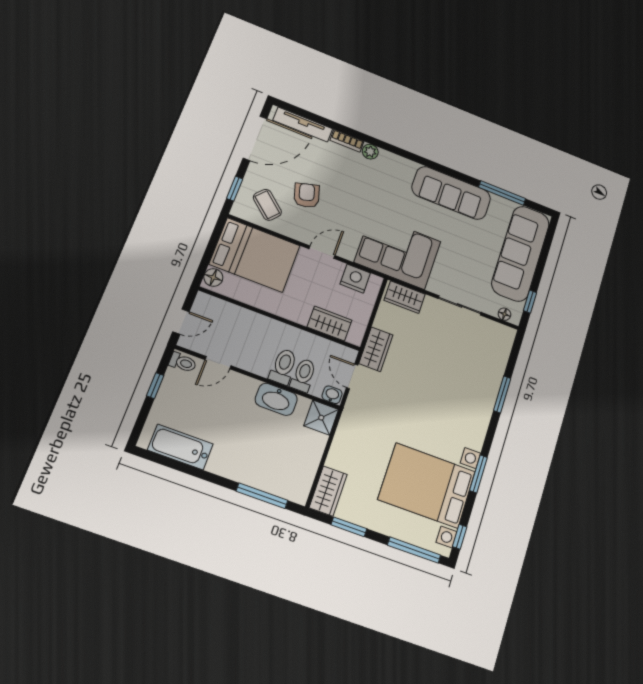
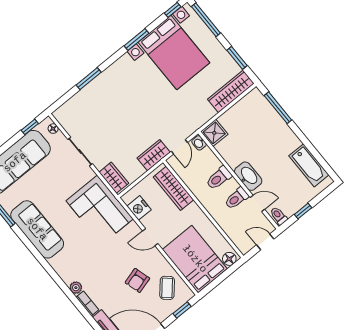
wardrobe: (330, 324) -> (173, 188), width x1.50
toilet: (303, 375) -> (237, 198), moved
washbasin: (276, 399) -> (248, 176), moved
wardrobe: (328, 491) -> (231, 91), width x1.50

